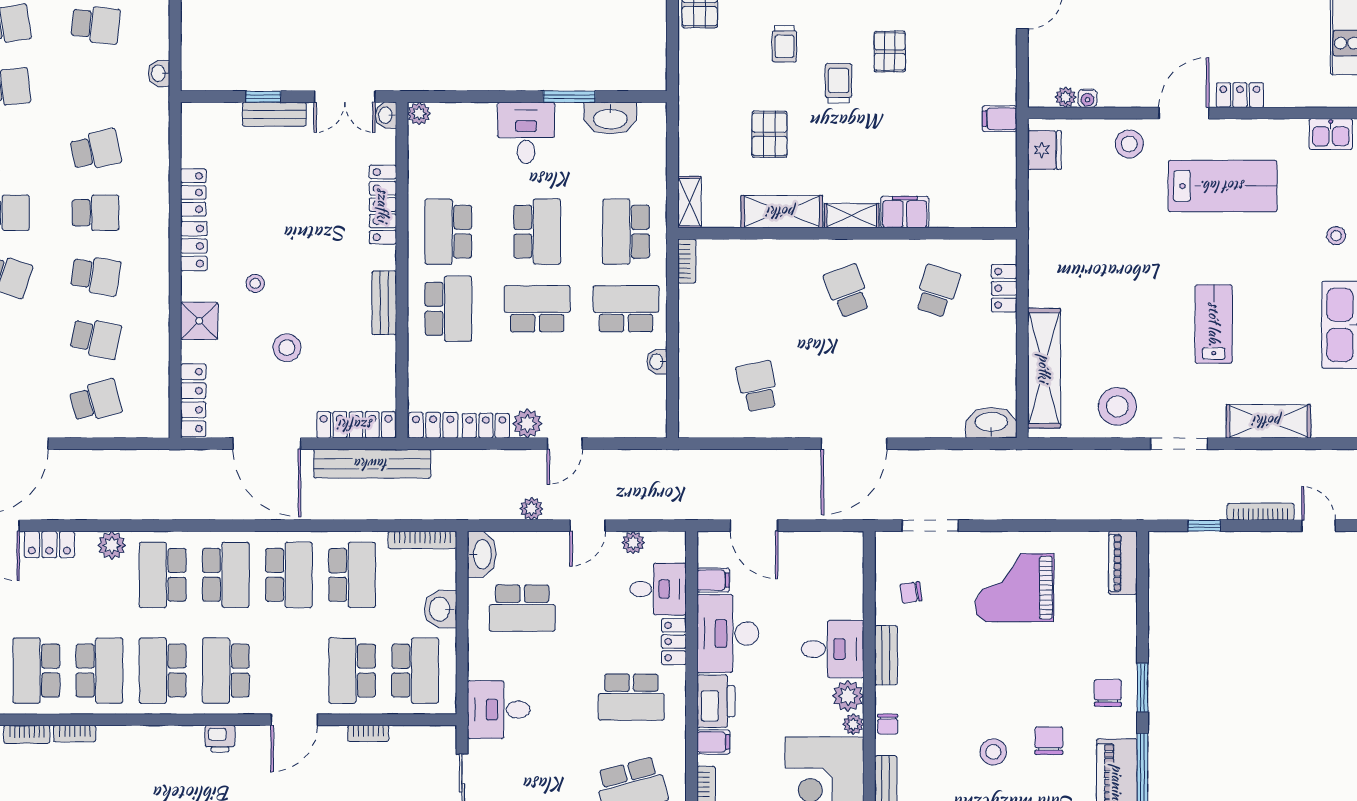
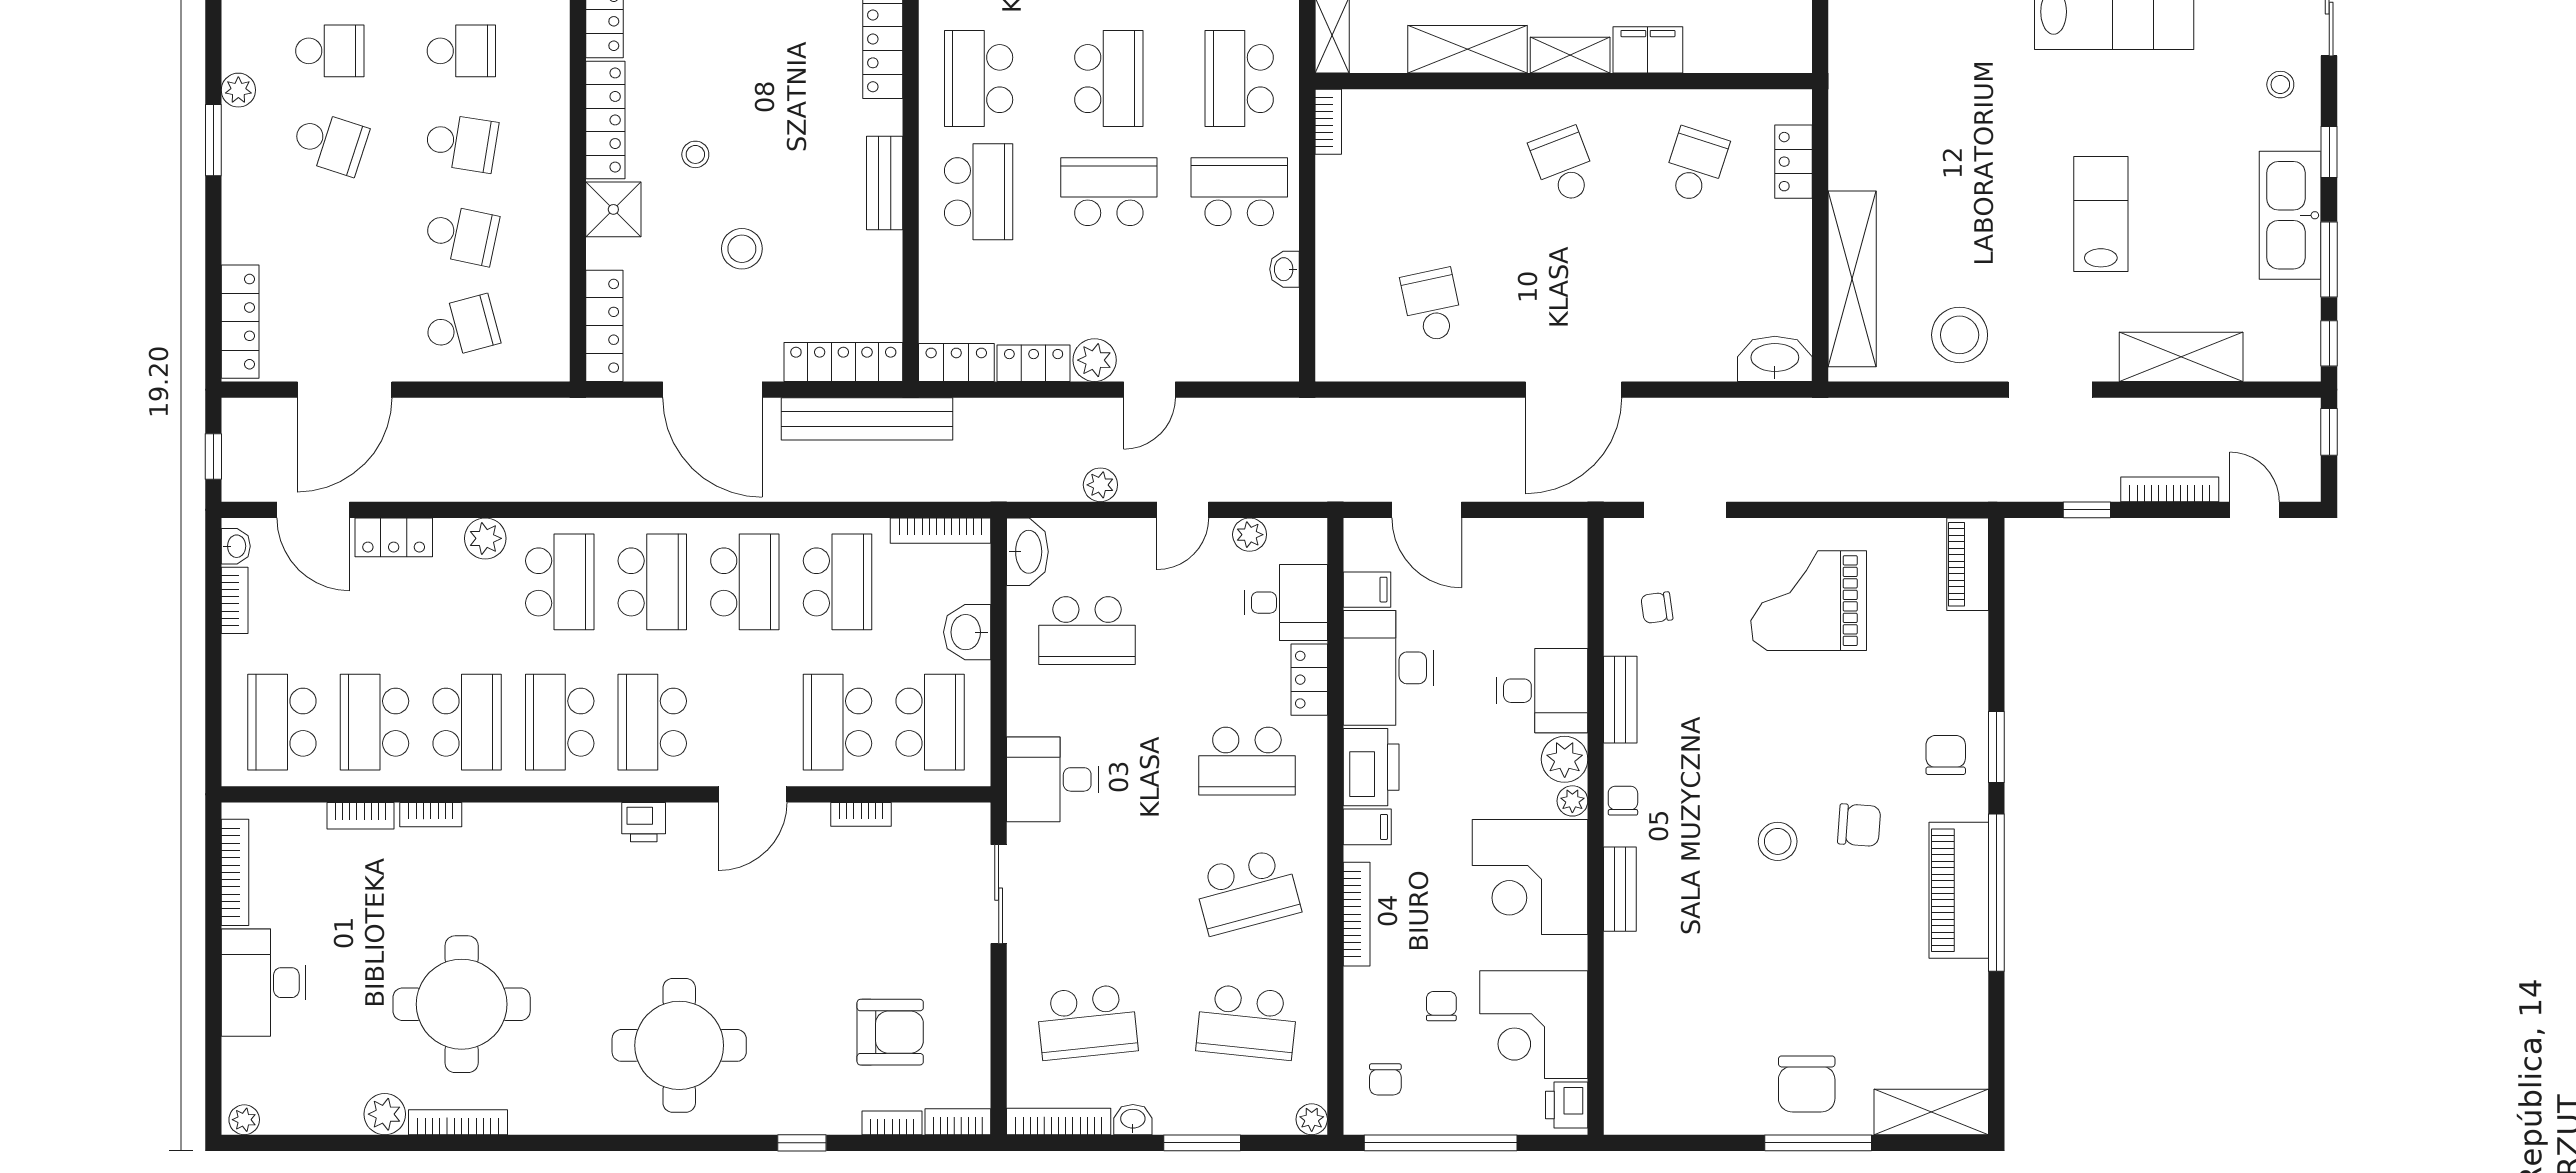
locker: (194, 246) -> (605, 120), width x1.53
school desk: (163, 575) -> (560, 582), turned 180
chair: (888, 724) -> (1623, 801), turned 180
chair: (1049, 741) -> (1859, 825), turned 94

